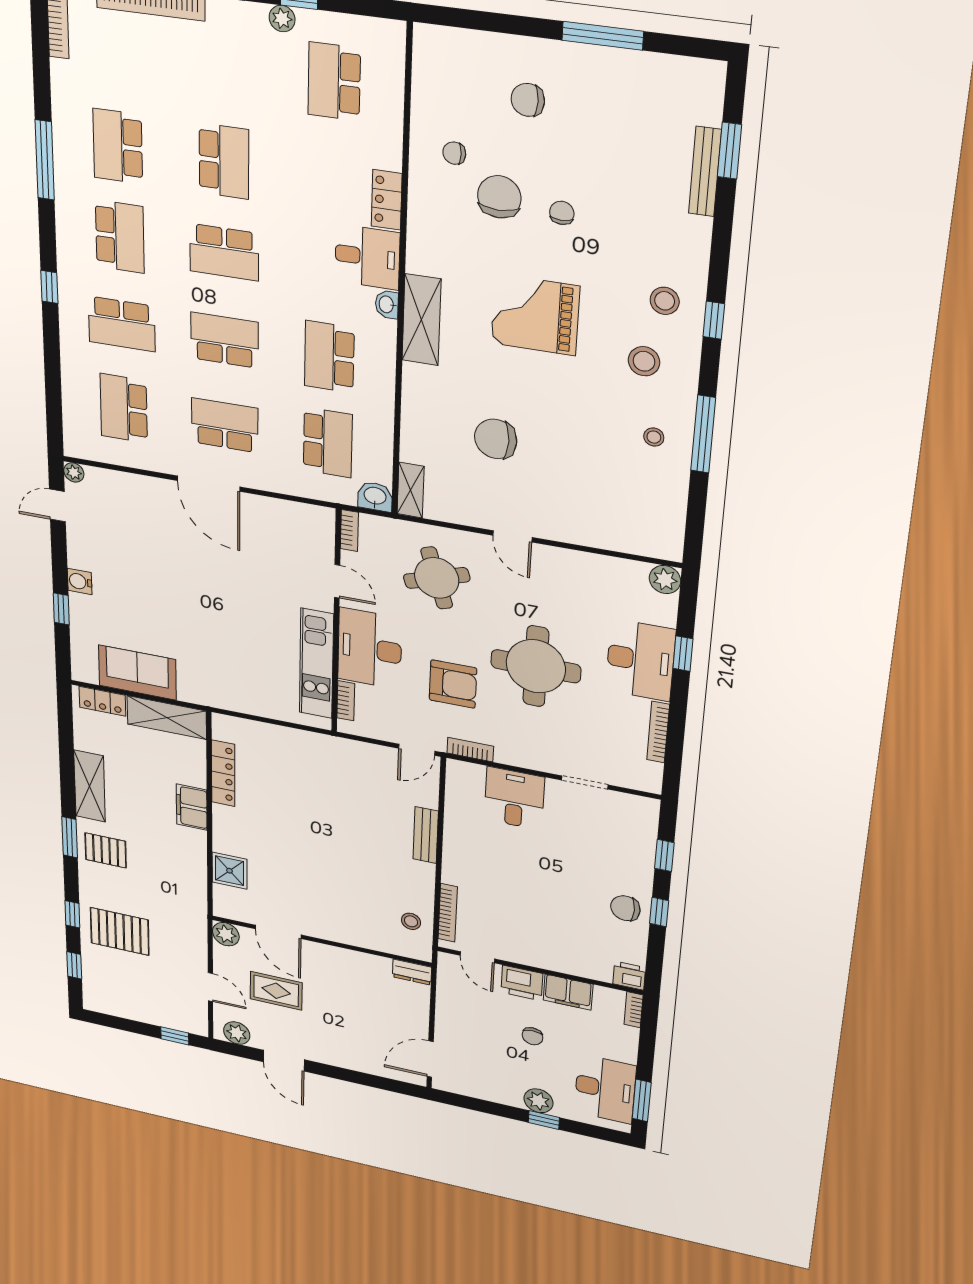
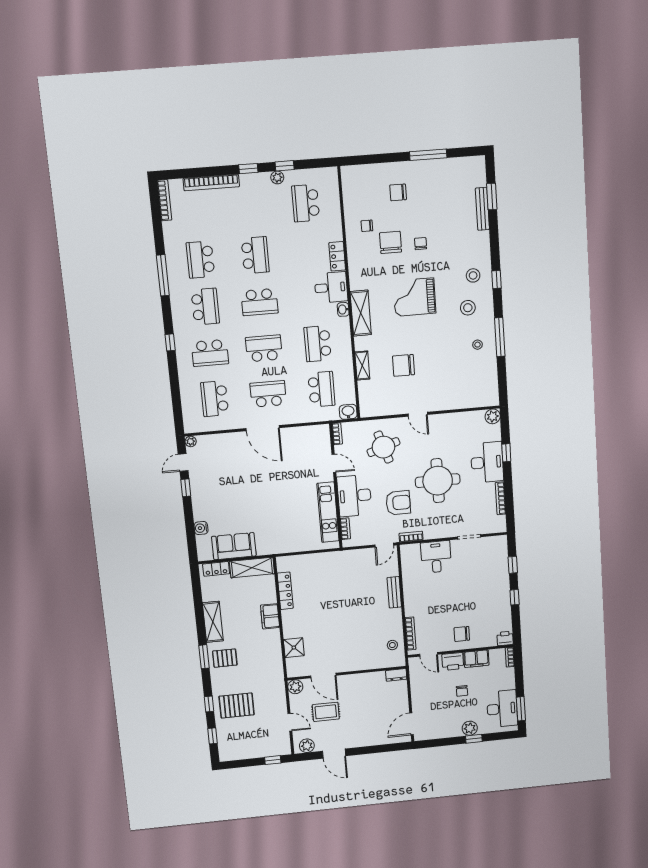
shelving: (411, 490) -> (362, 365), moved
water cooler: (80, 581) -> (201, 528), moved
window: (61, 609) -> (186, 488), moved
chair: (625, 908) -> (462, 634), moved

